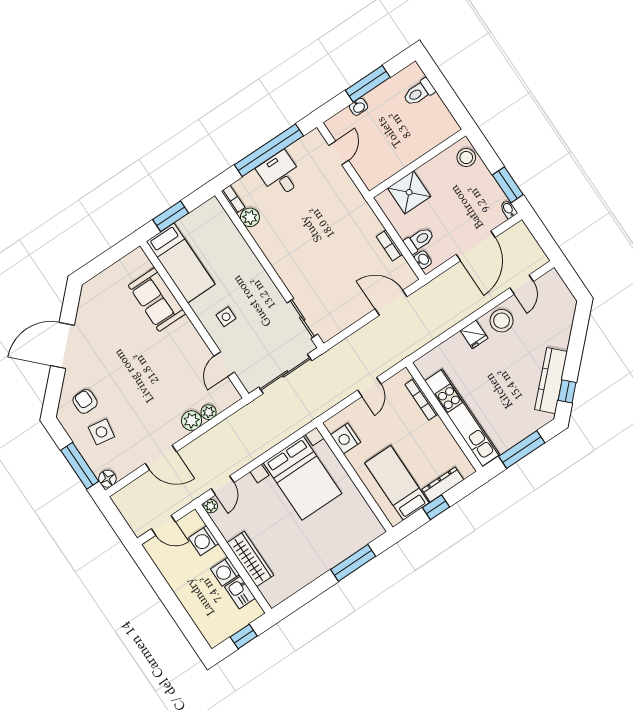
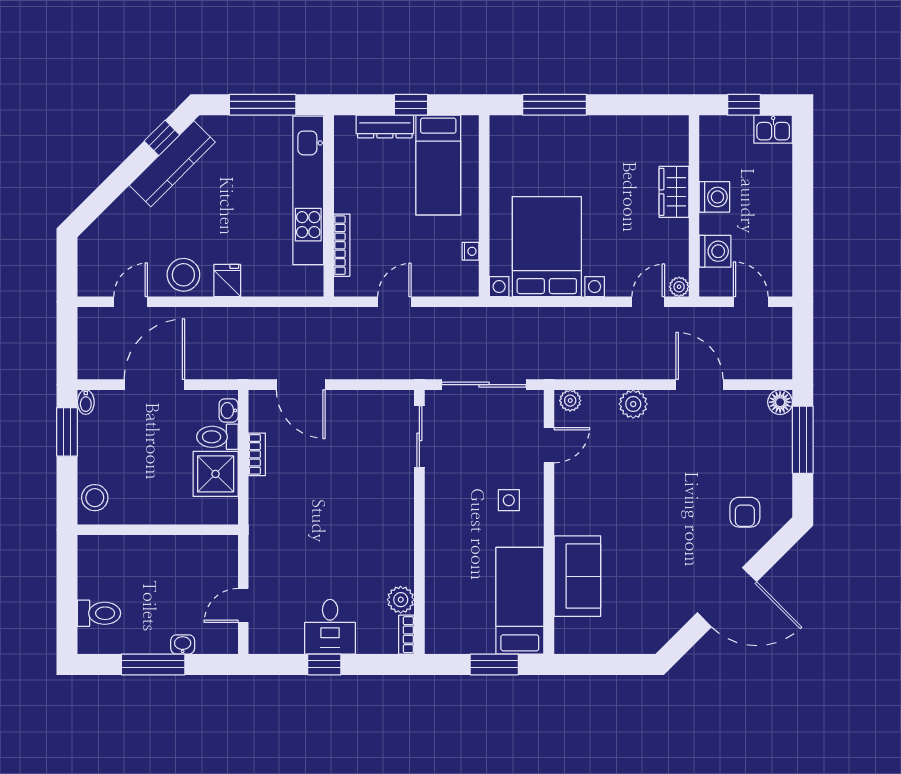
window: (269, 150) -> (324, 664), width x0.32
shower: (409, 192) -> (216, 474), moved
plant: (209, 412) -> (570, 401), moved
side table: (101, 432) -> (750, 463), removed
nightstand: (346, 439) -> (471, 251), width x0.53, depth x0.56
wardrobe: (250, 559) -> (674, 192), width x0.67
kitchen sink: (240, 592) -> (773, 129), moved, turned 90

